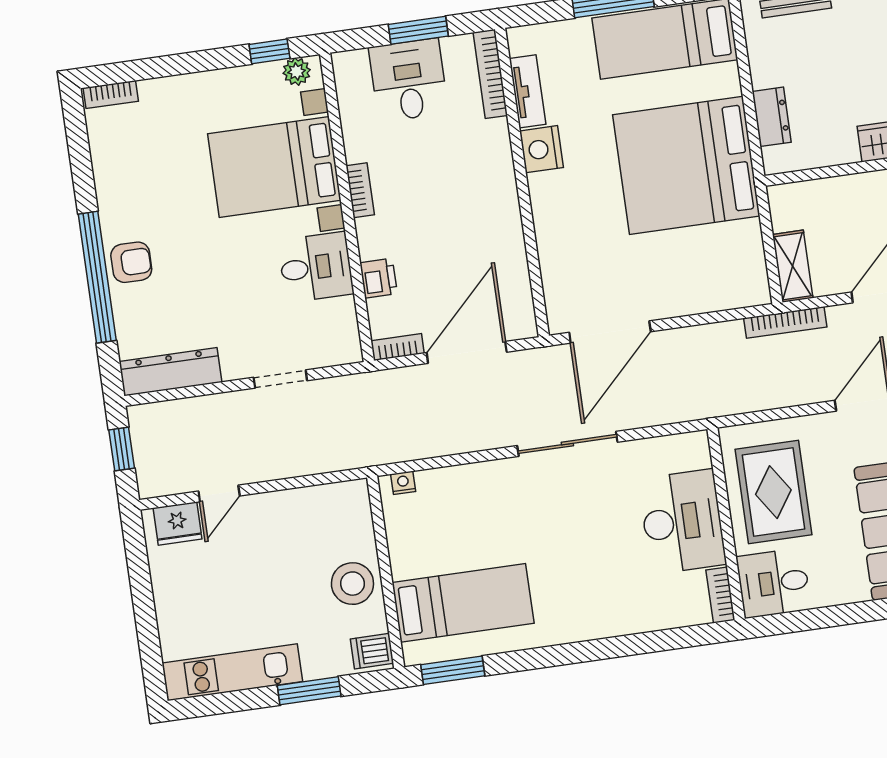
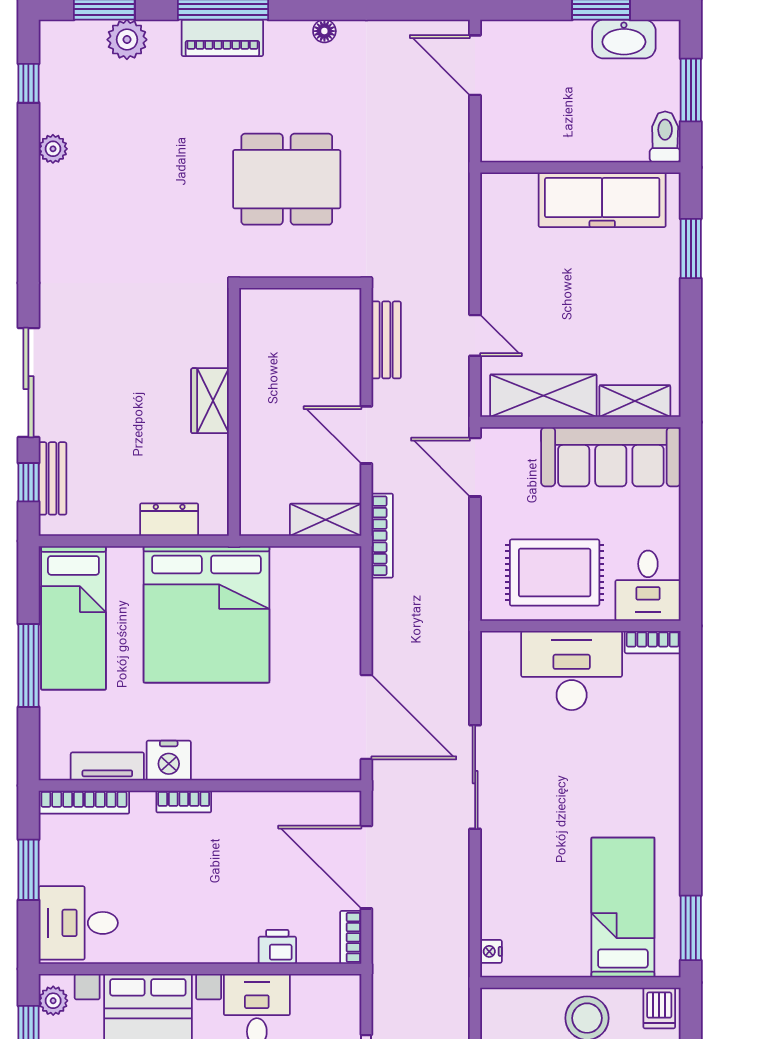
desk: (408, 80) -> (78, 923), moved
bookcase: (360, 190) -> (184, 802), moved, turned 180

